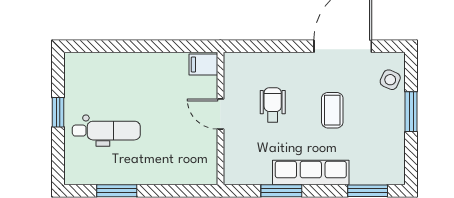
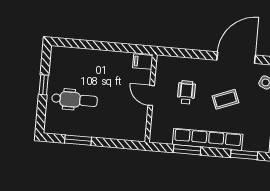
coffee table: (332, 110) -> (225, 99), turned 69
row of seats: (311, 172) -> (208, 139), width x1.36

